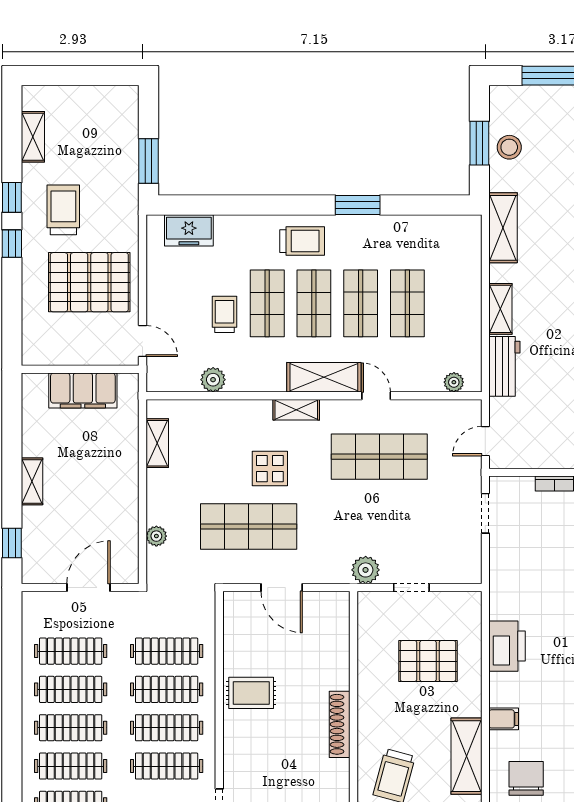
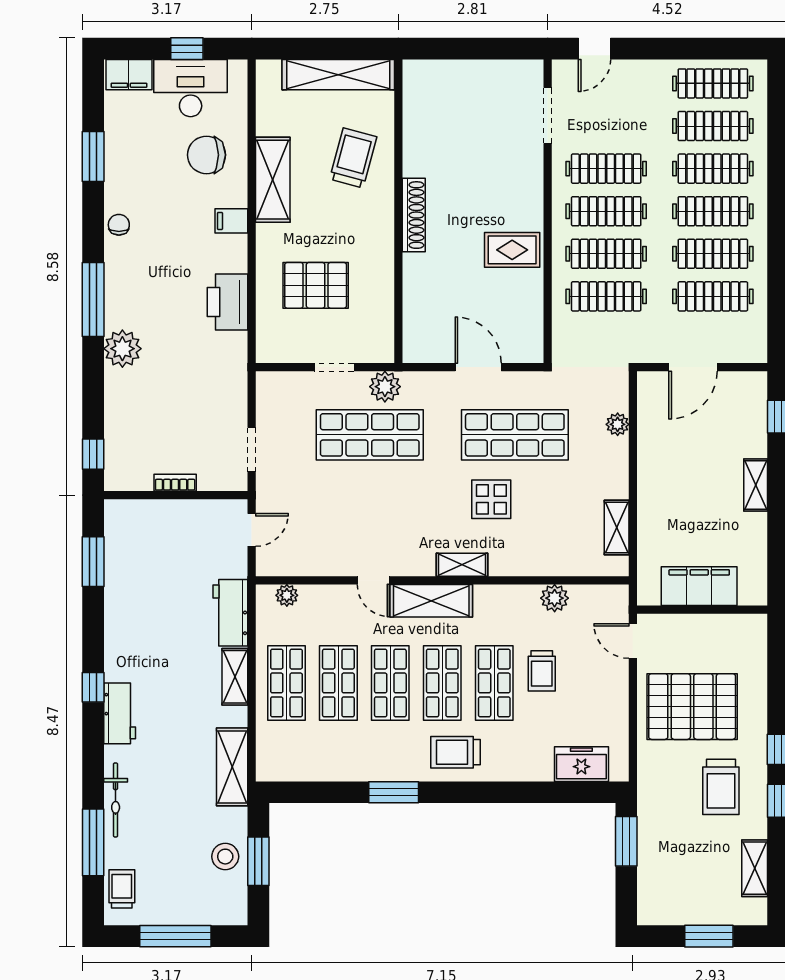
window: (74, 76) -> (709, 936), added
shop shelf: (454, 303) -> (286, 683), added
shop shelf: (379, 457) -> (370, 435), moved
chair: (526, 778) -> (206, 155), turned 90

